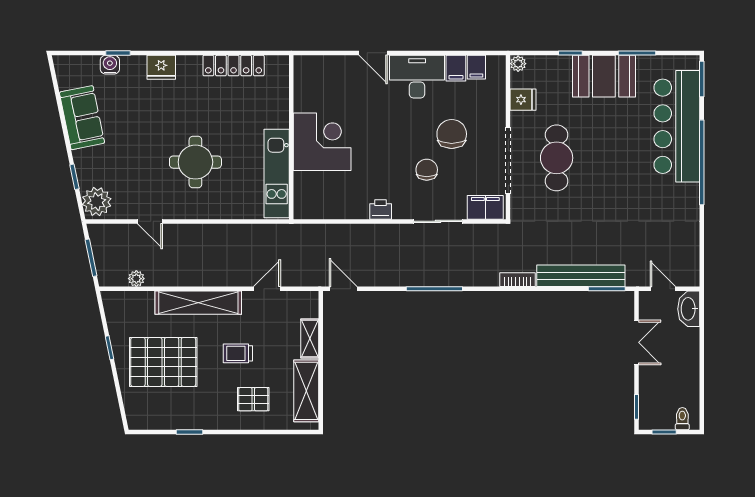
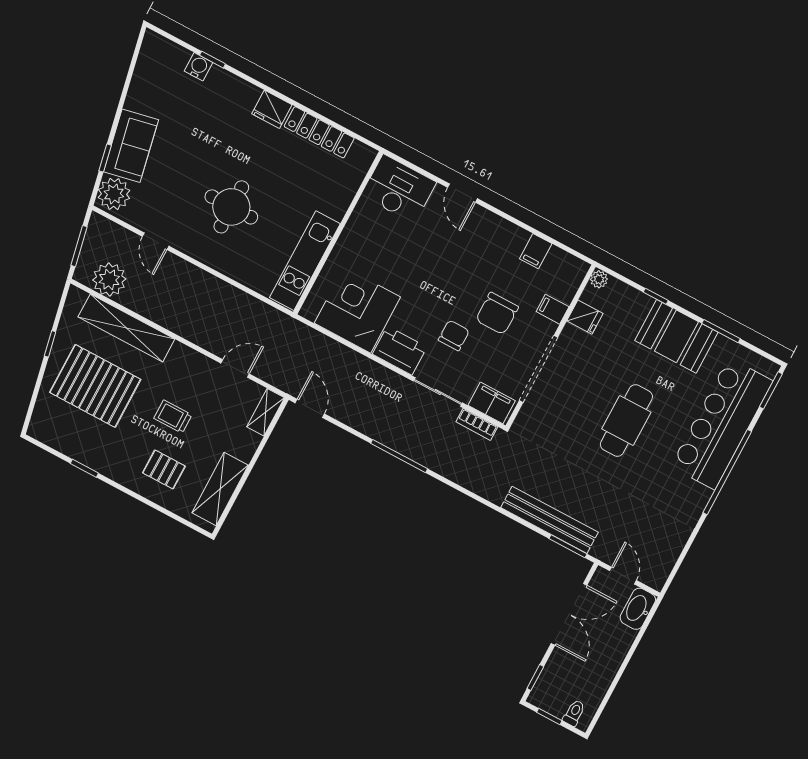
fridge: (161, 67) -> (272, 109), moved
filing cabinet: (476, 67) -> (553, 309), moved, turned 90
desk: (417, 77) -> (399, 189), moved
sofa: (82, 118) -> (131, 146), moved
chair: (452, 134) -> (497, 313), turned 180
corner desk: (322, 142) -> (357, 310), moved, turned -90
cafe table: (557, 158) -> (626, 421), moved
printer: (381, 209) -> (400, 351), width x1.87, depth x1.48
plant: (136, 279) -> (109, 279), width x1.87, depth x1.87
bookcase: (518, 280) -> (477, 424), moved, turned 180
shelving: (198, 303) -> (126, 328), moved
shelving: (310, 338) -> (266, 412), moved
double door: (637, 342) -> (569, 614), width x1.37

